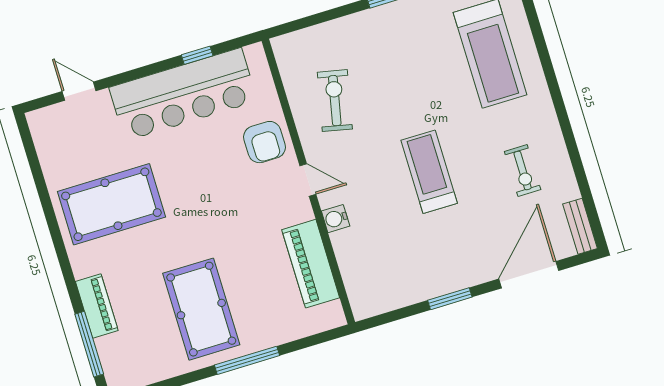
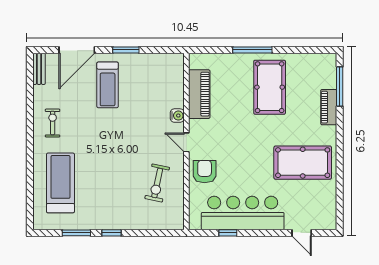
exercise bike: (523, 170) -> (53, 123), moved
treadmill: (429, 172) -> (108, 85), moved

